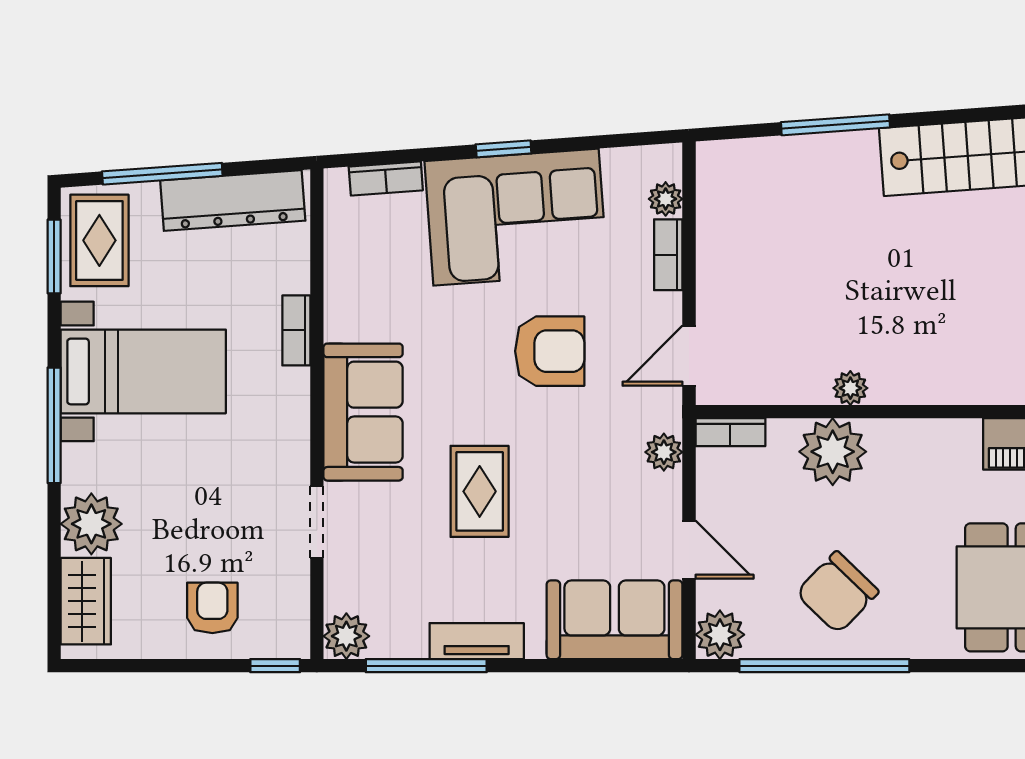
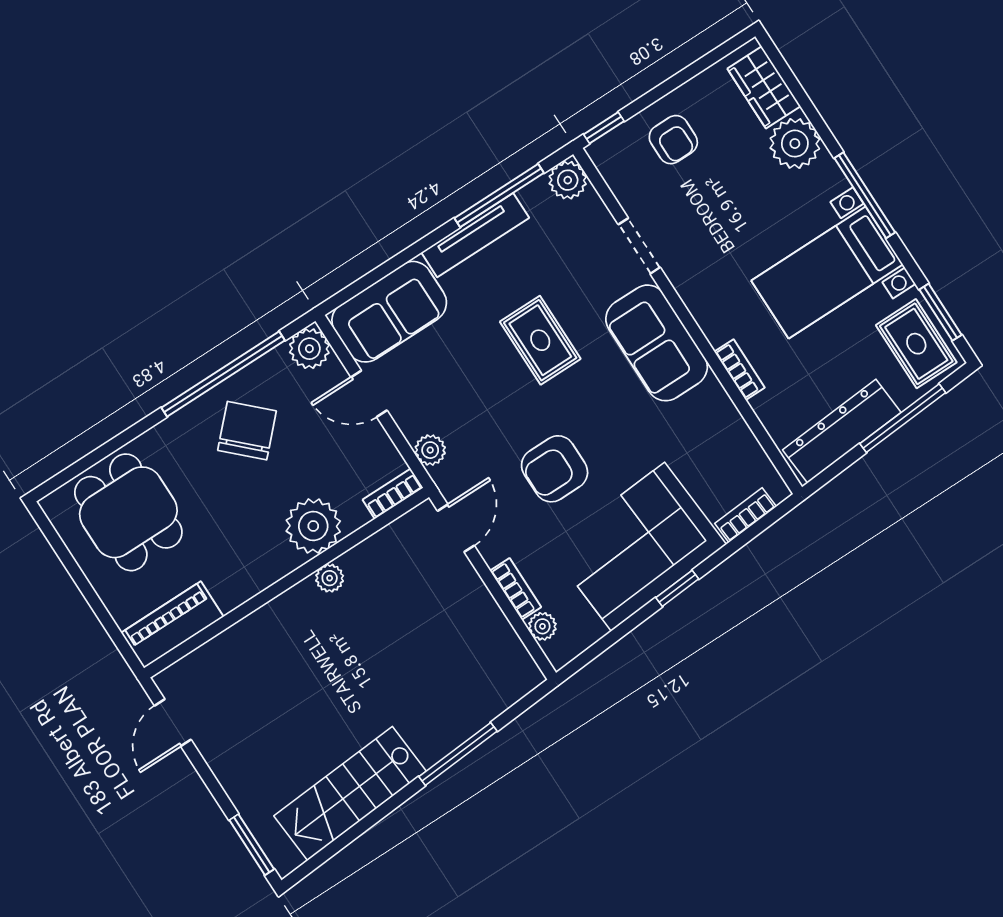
tv unit: (477, 641) -> (475, 235), width x1.41

